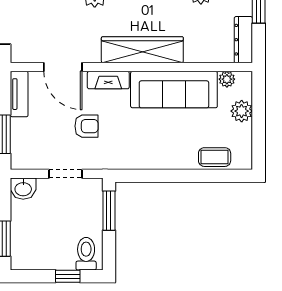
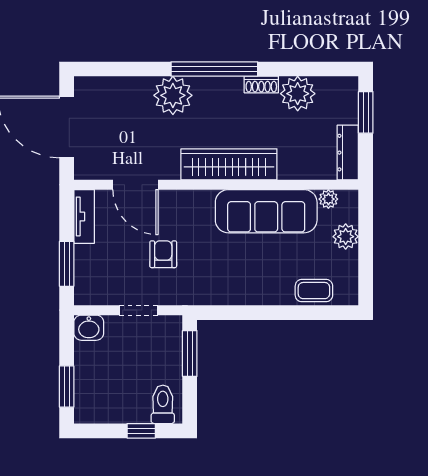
fireplace: (108, 80) -> (189, 200), removed
armchair: (86, 126) -> (163, 254), turned -90

